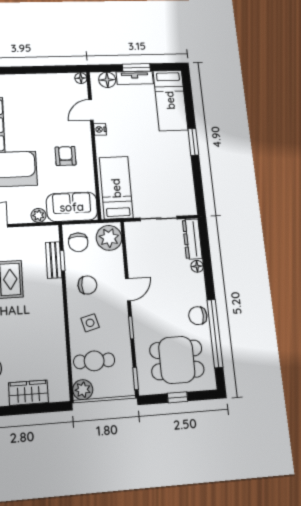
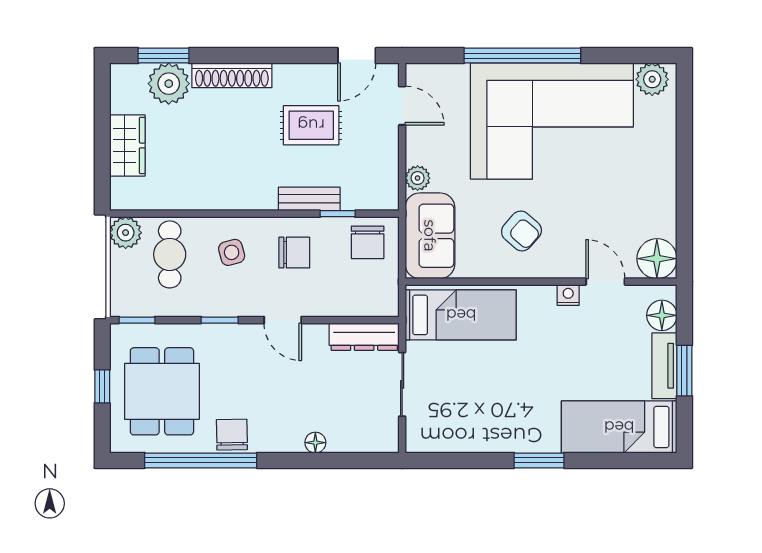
floor lamp: (81, 78) -> (657, 259), width x1.89, depth x1.89
armchair: (66, 156) -> (521, 231), turned 41
plant: (109, 238) -> (373, 295), removed
dresser: (192, 239) -> (364, 337), moved, turned 180
chair: (78, 242) -> (368, 242), turned -90
bench: (54, 260) -> (309, 199), moved
chair: (87, 285) -> (294, 253), turned -90

